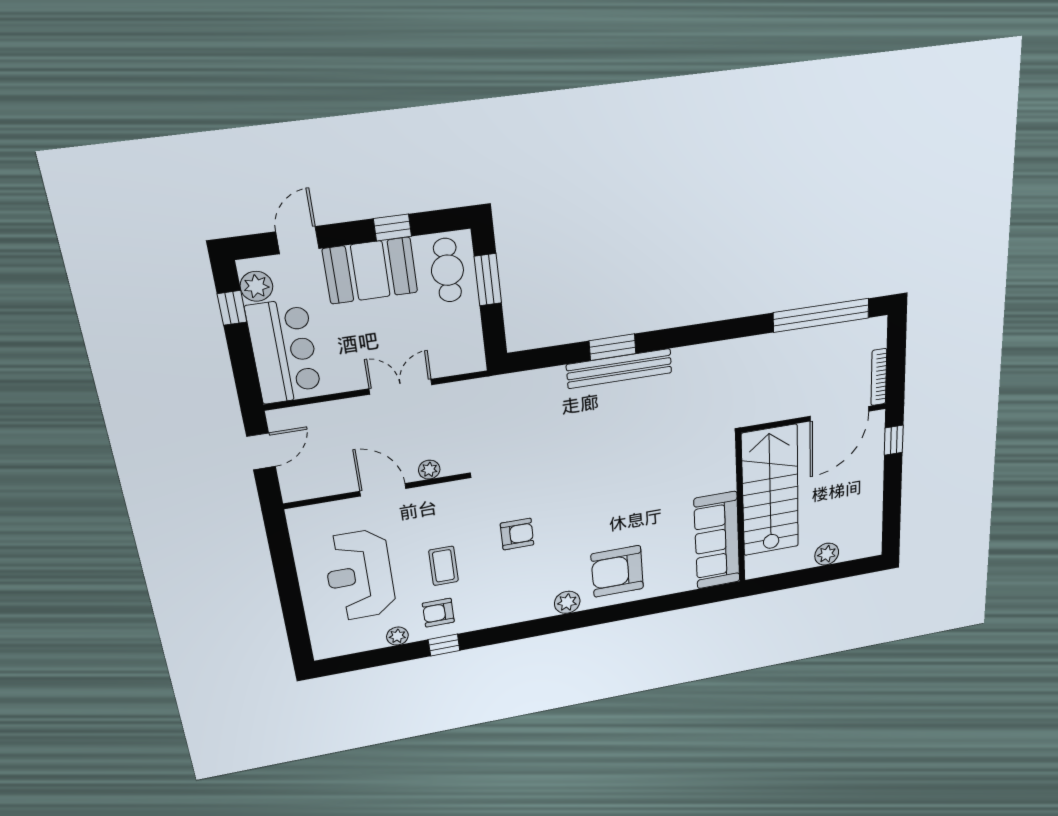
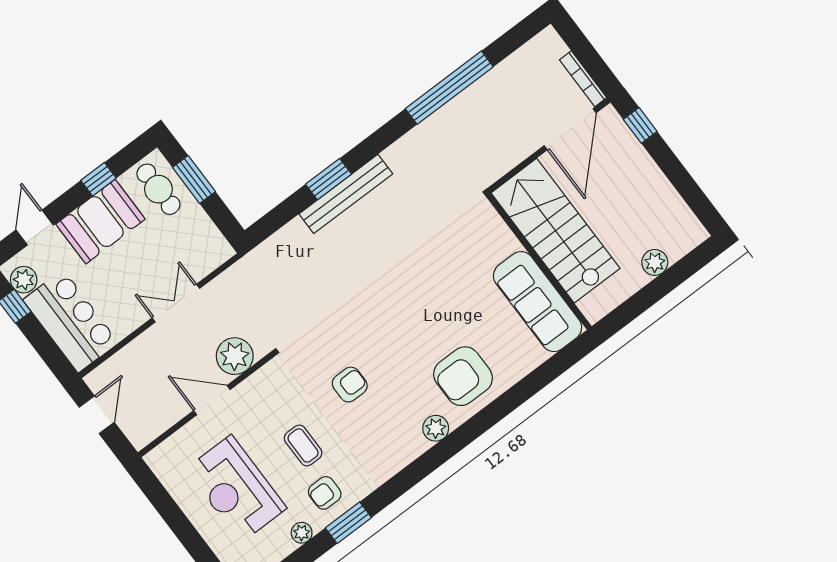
window: (821, 315) -> (449, 88), moved
plant: (429, 470) -> (235, 356), width x1.88, depth x1.88
window: (444, 645) -> (348, 523), width x1.50

